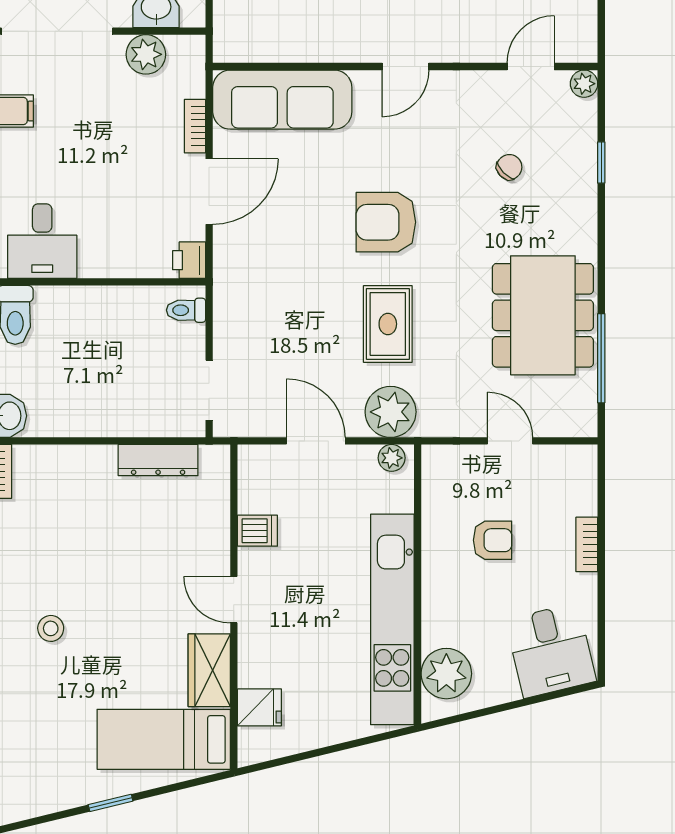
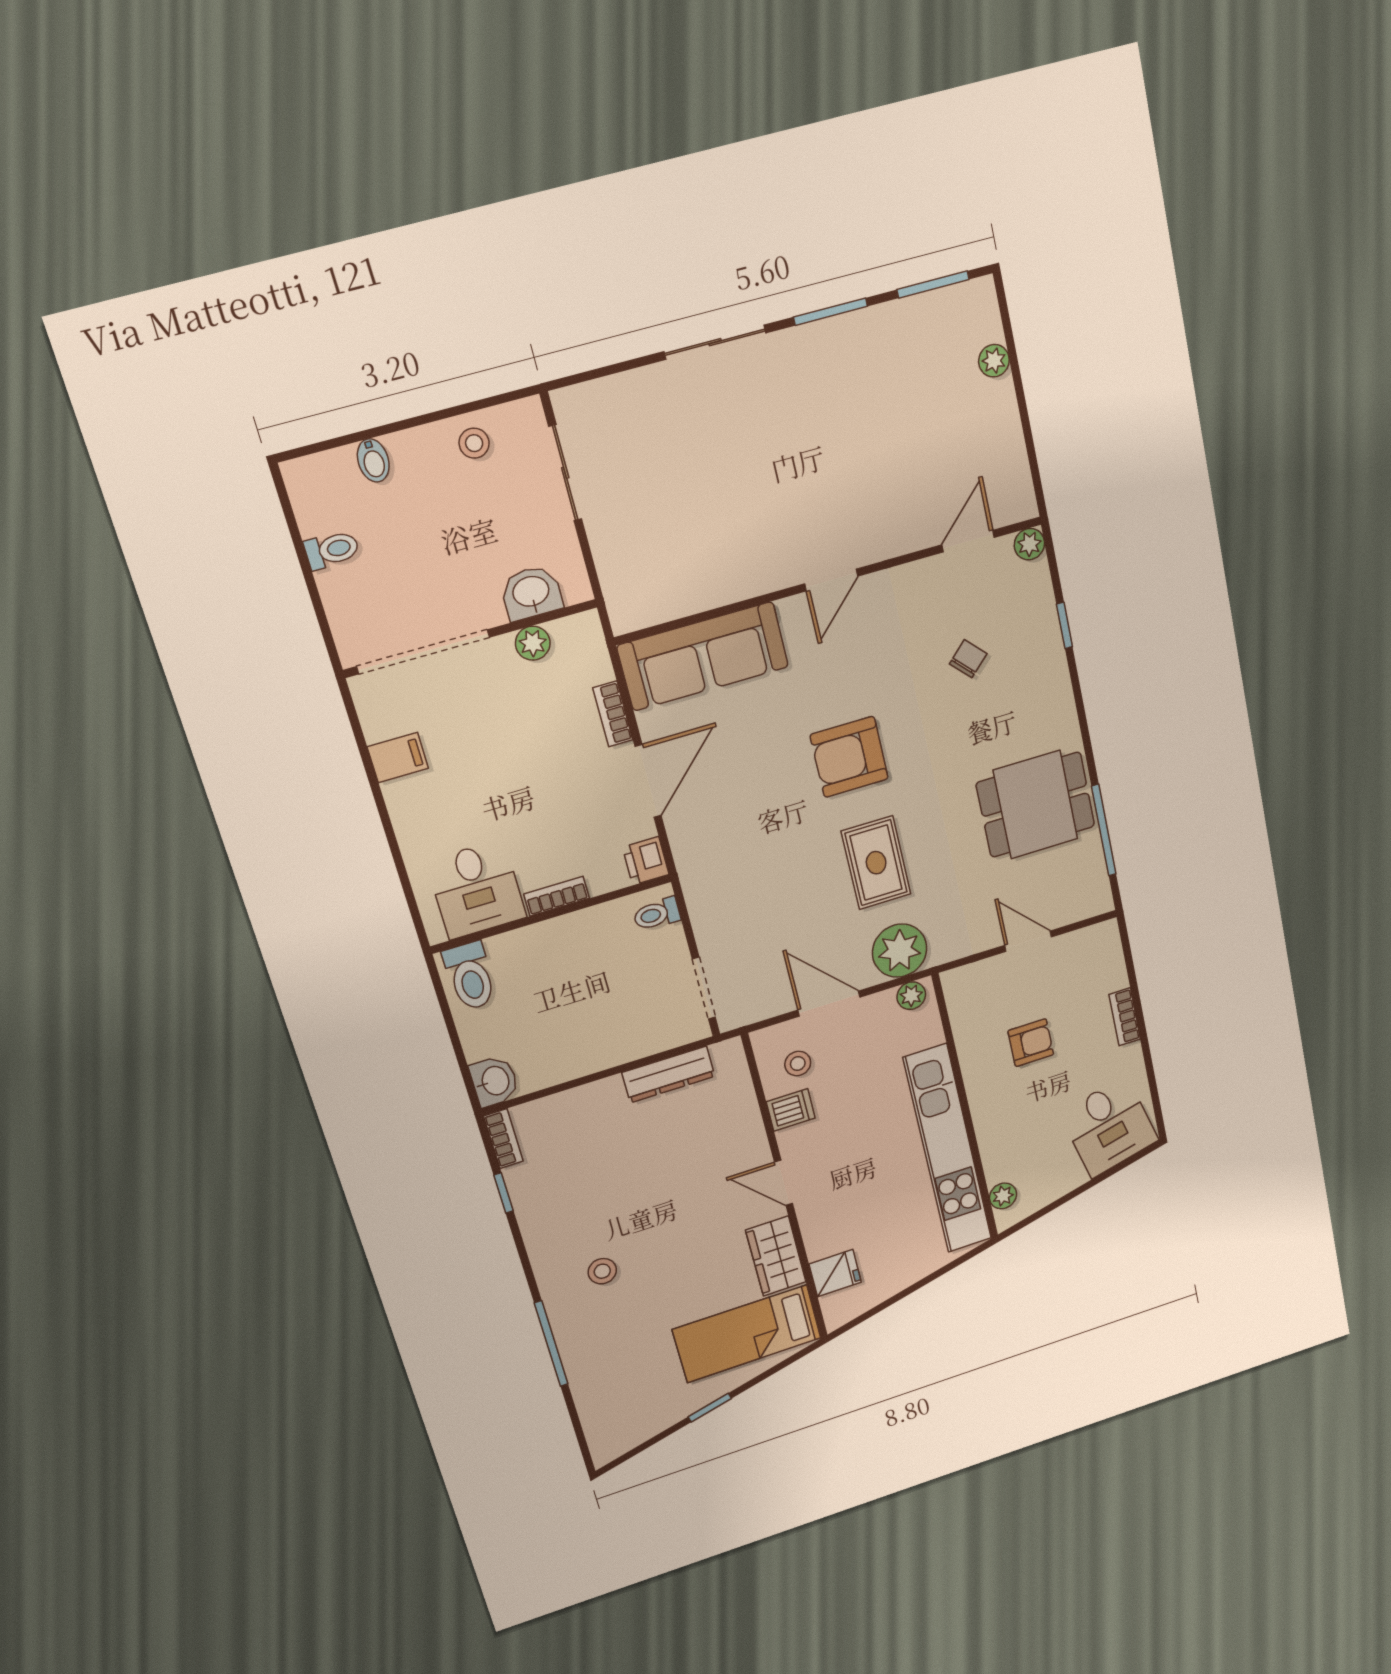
plant: (146, 54) -> (533, 643), width x0.73, depth x0.73
bookcase: (106, 268) -> (557, 896), added
dining table: (543, 315) -> (1036, 805), width x0.73
stool: (274, 488) -> (798, 1063), added
plant: (446, 674) -> (1003, 1196), width x0.53, depth x0.53

